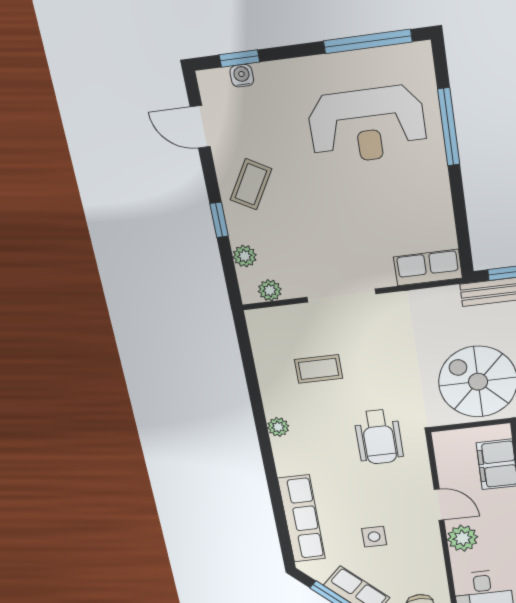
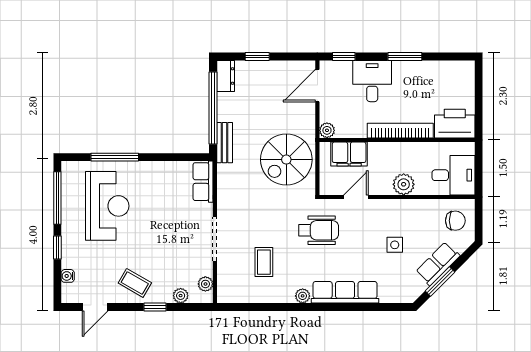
window: (239, 58) -> (57, 248), moved
door: (439, 505) -> (356, 197), moved
row of seats: (302, 519) -> (345, 292), moved

